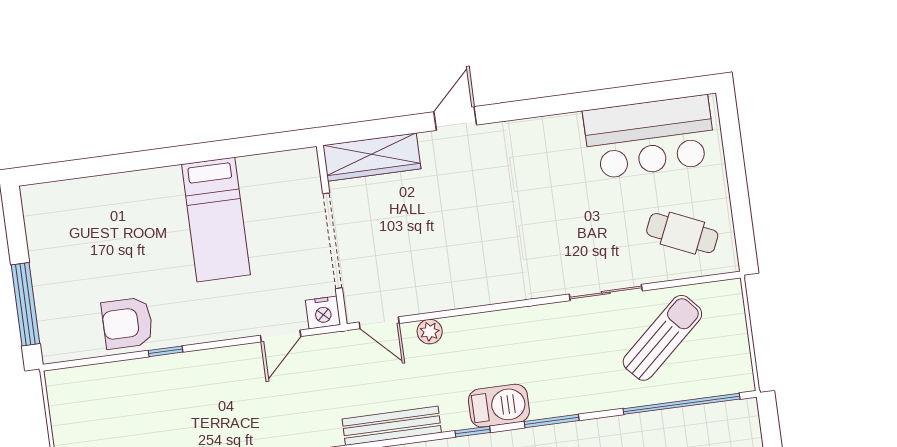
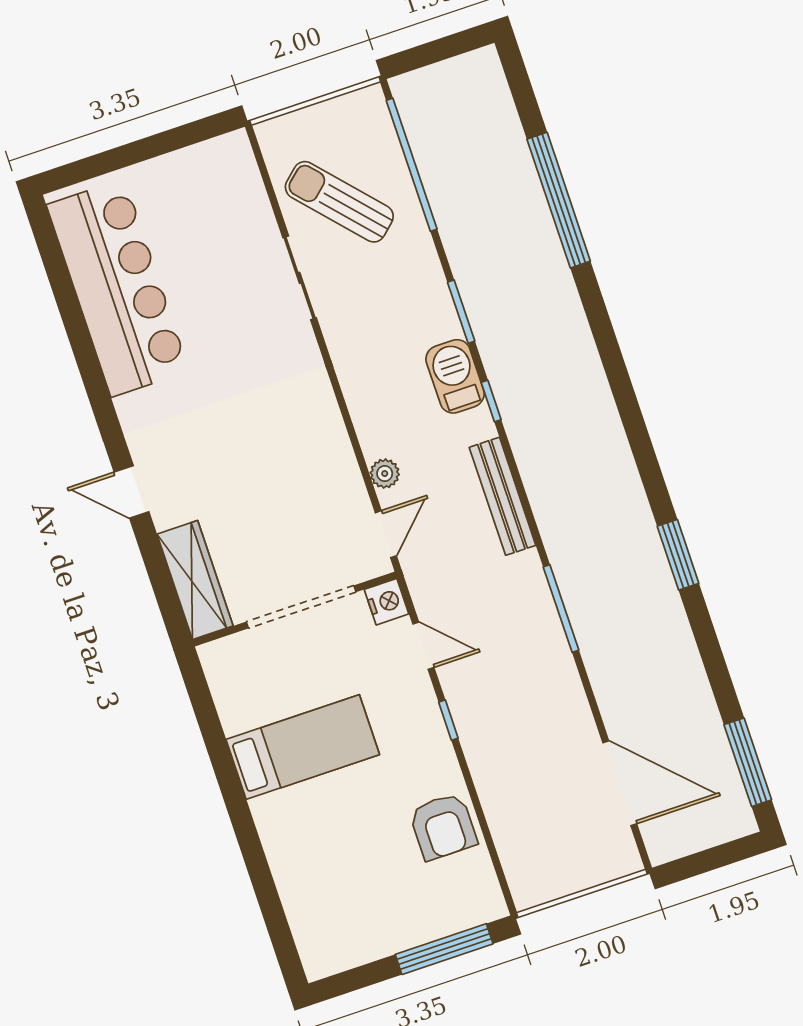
bar counter: (649, 137) -> (118, 288), width x1.36
cafe table: (682, 233) -> (213, 202), removed
window: (166, 351) -> (448, 720), moved

